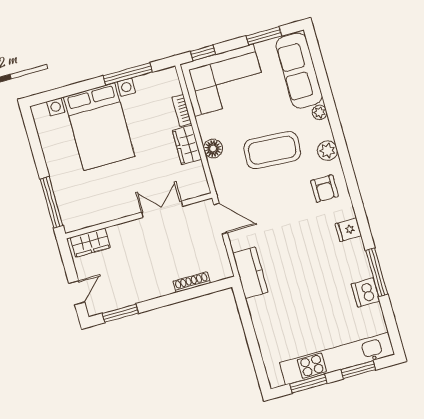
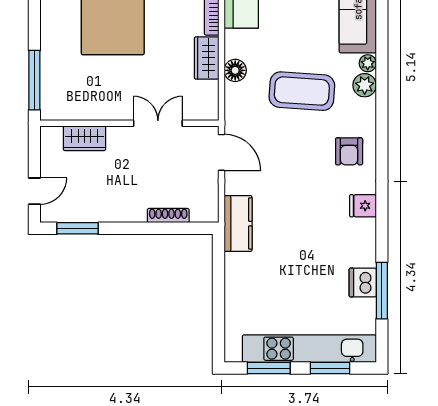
plant: (328, 151) -> (365, 85), moved
wardrobe: (90, 242) -> (84, 138), moved
window: (377, 272) -> (382, 291), moved

